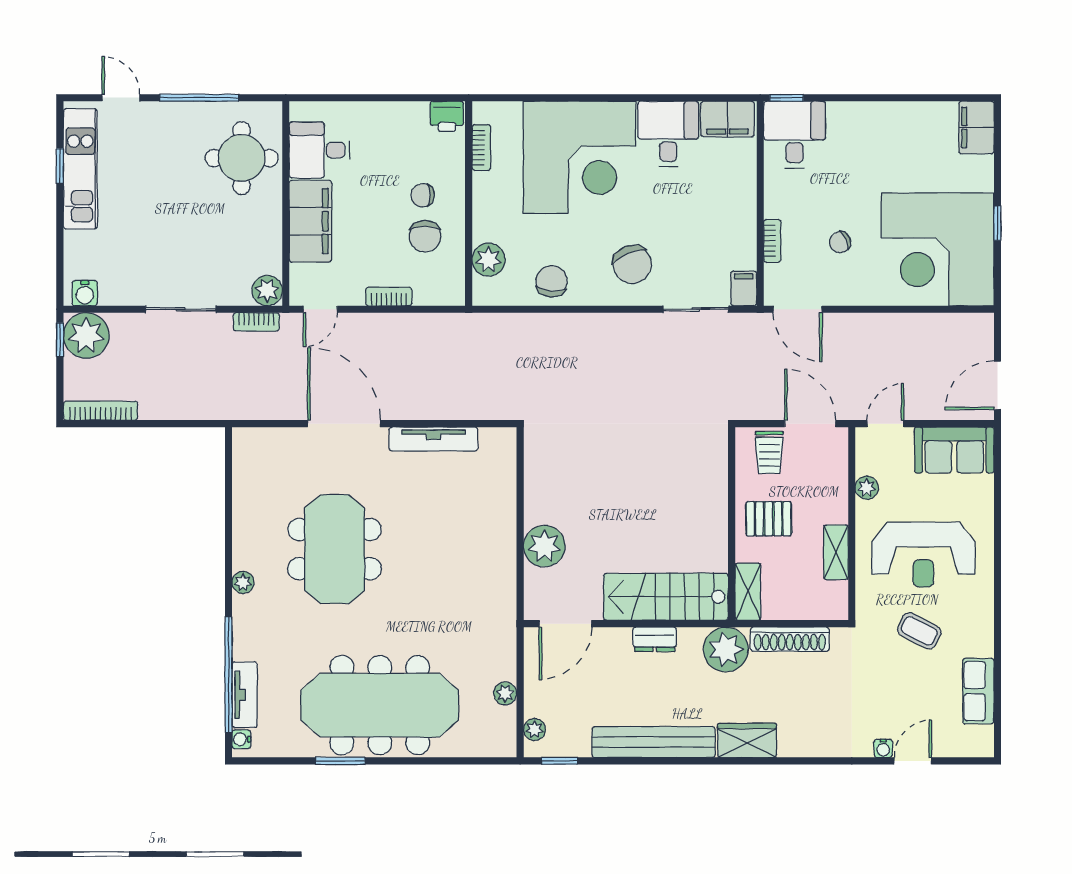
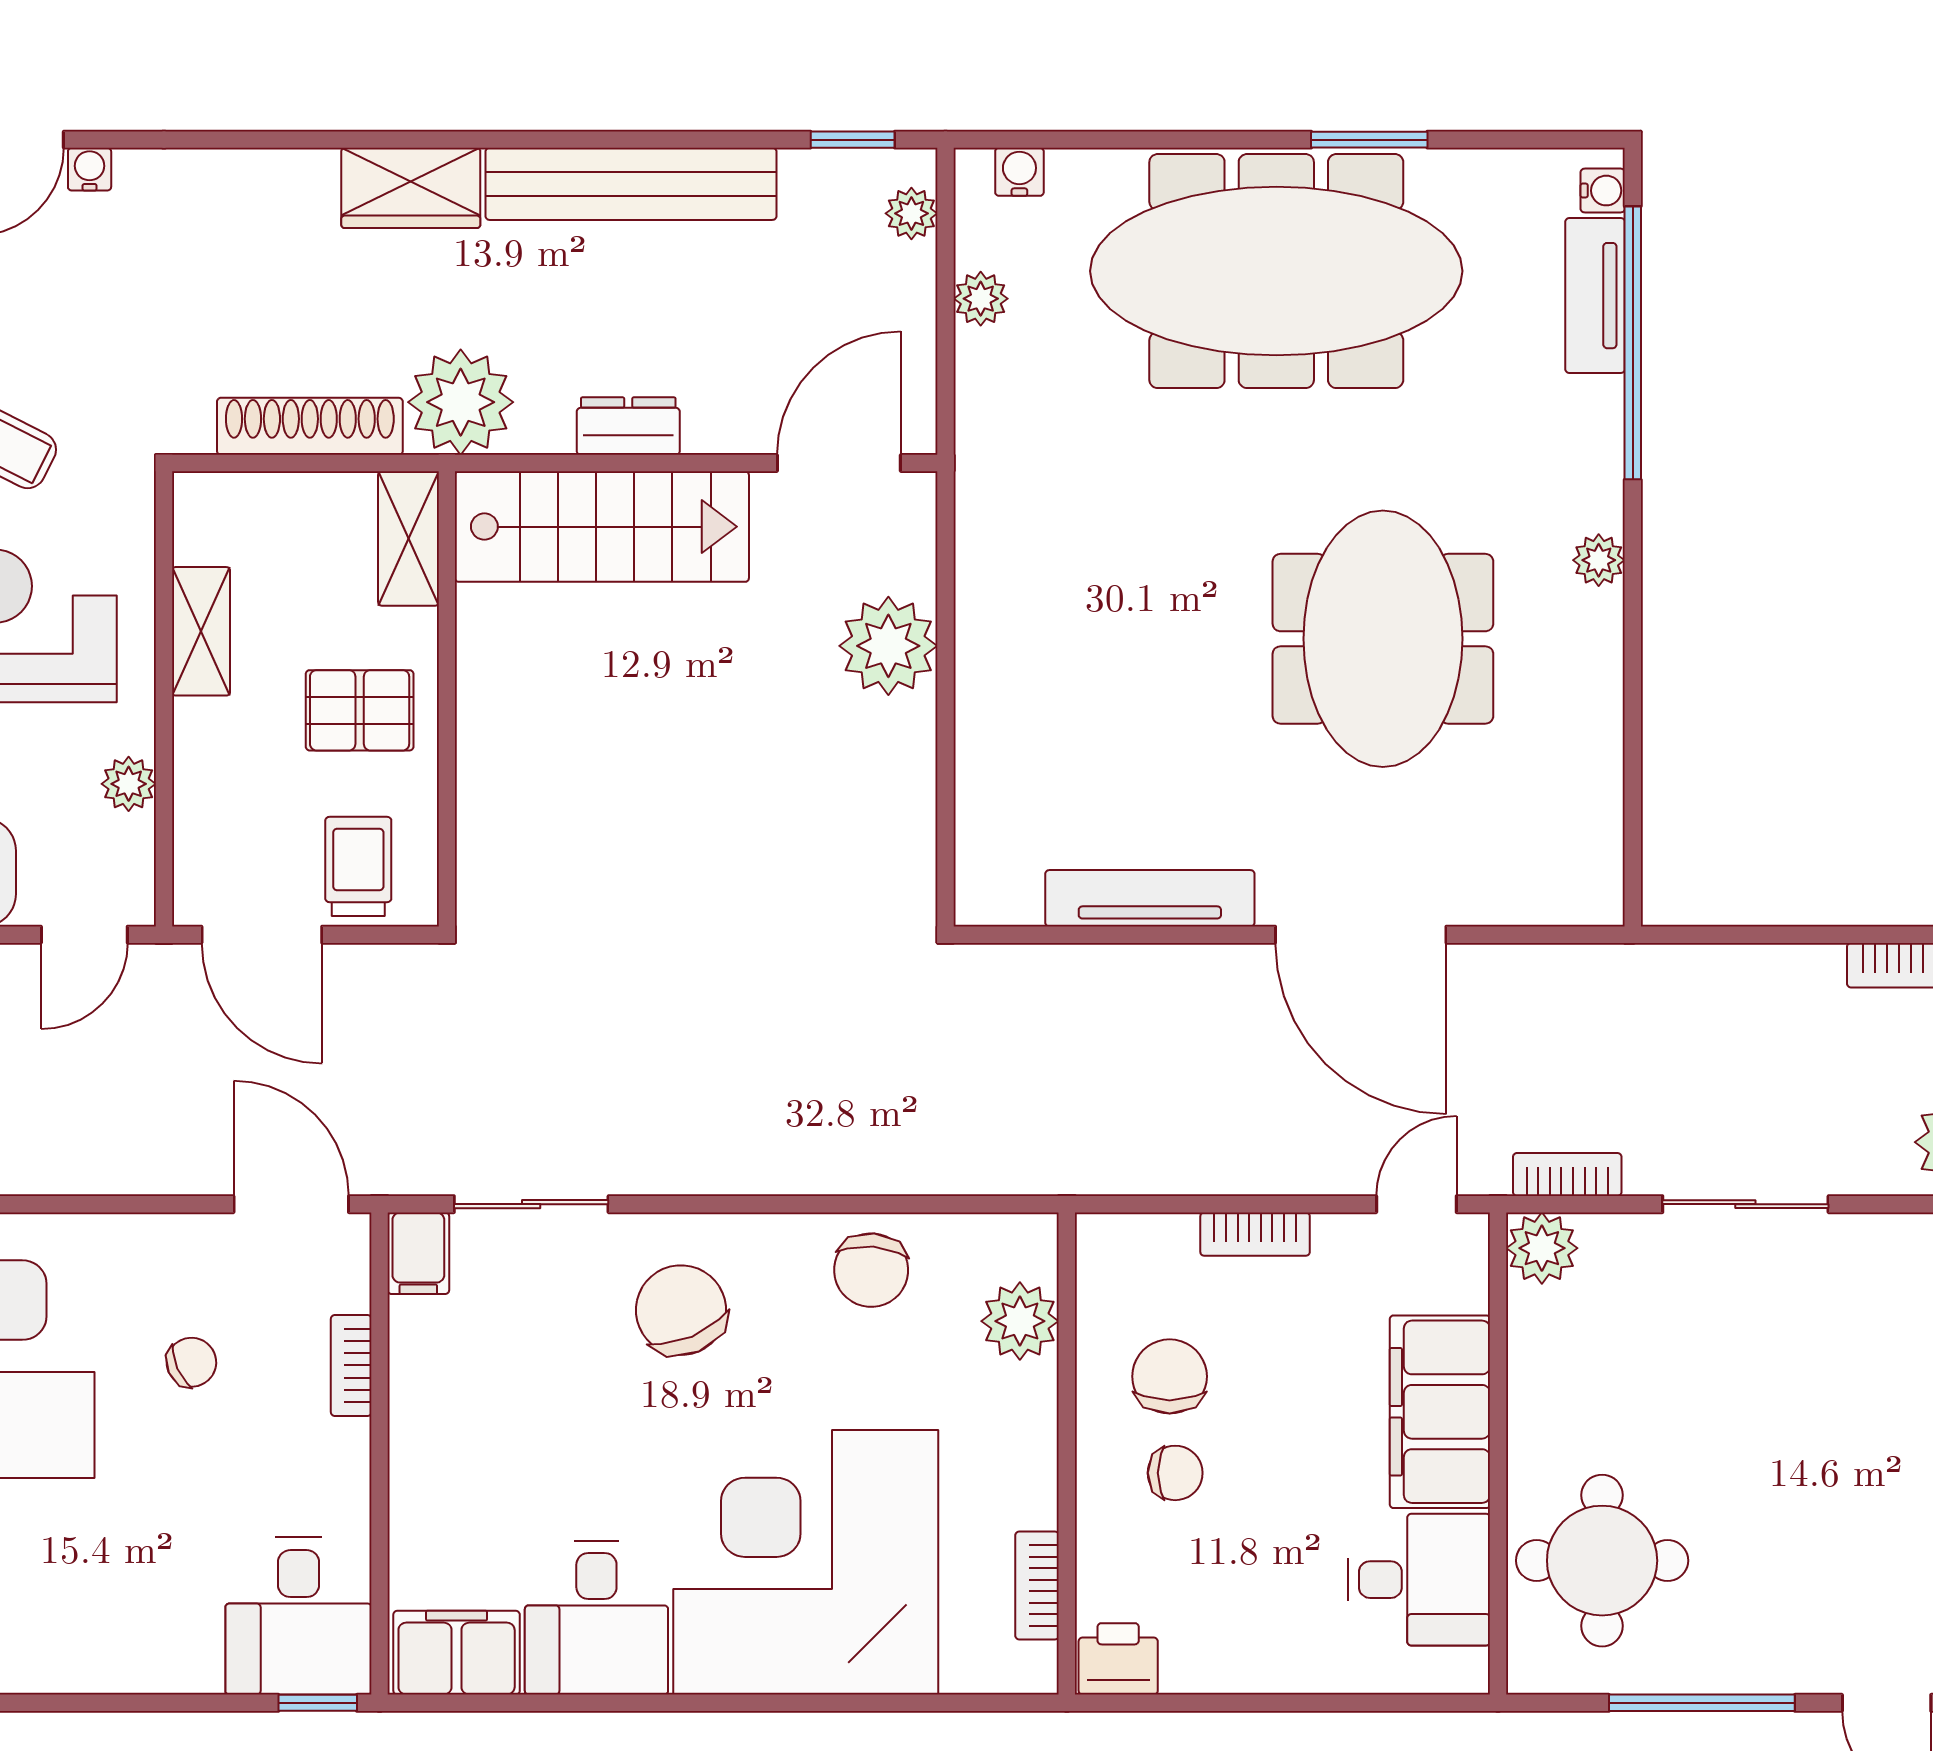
water cooler: (489, 747) -> (1019, 172), added

